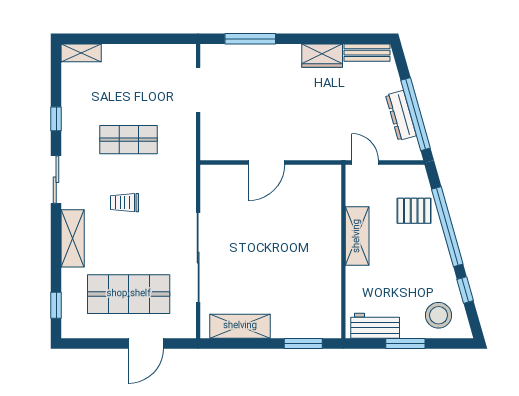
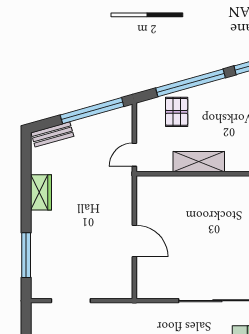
bench: (367, 53) -> (52, 134), moved, turned 74
dresser: (401, 115) -> (93, 123), removed

